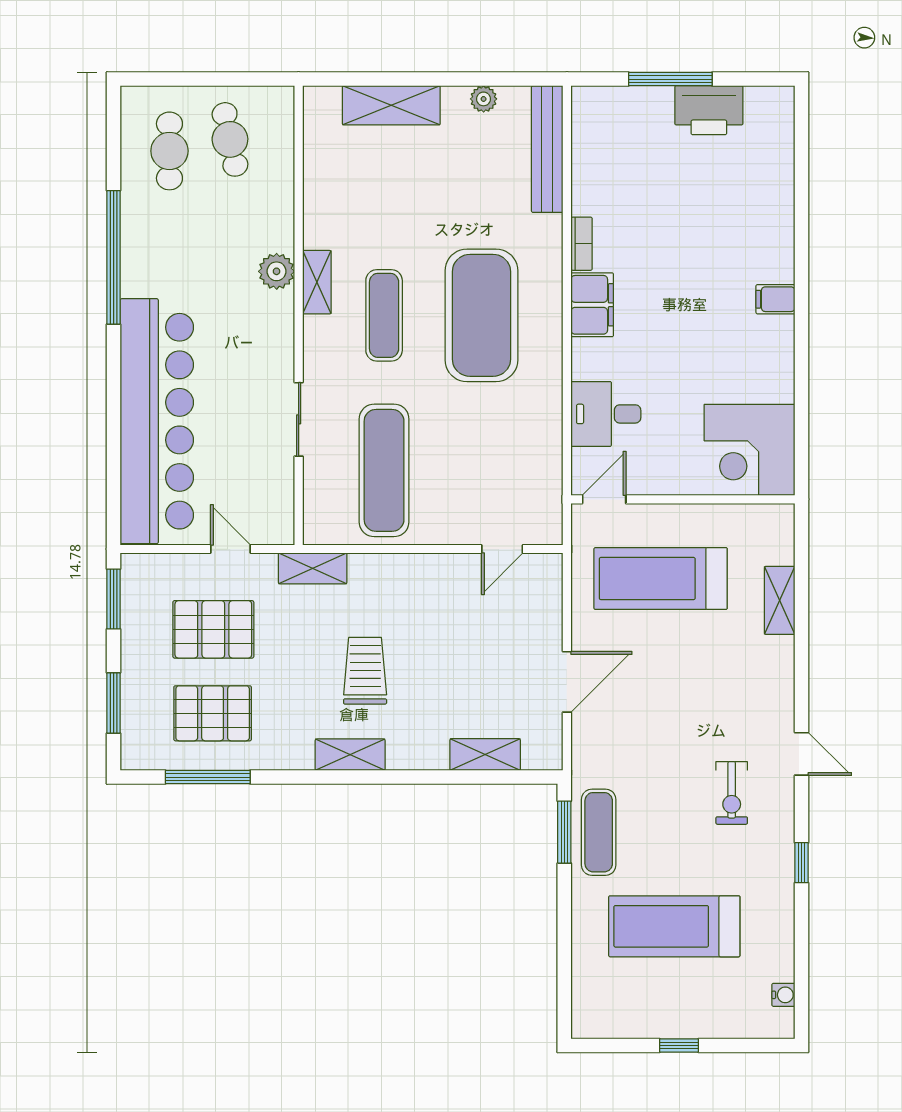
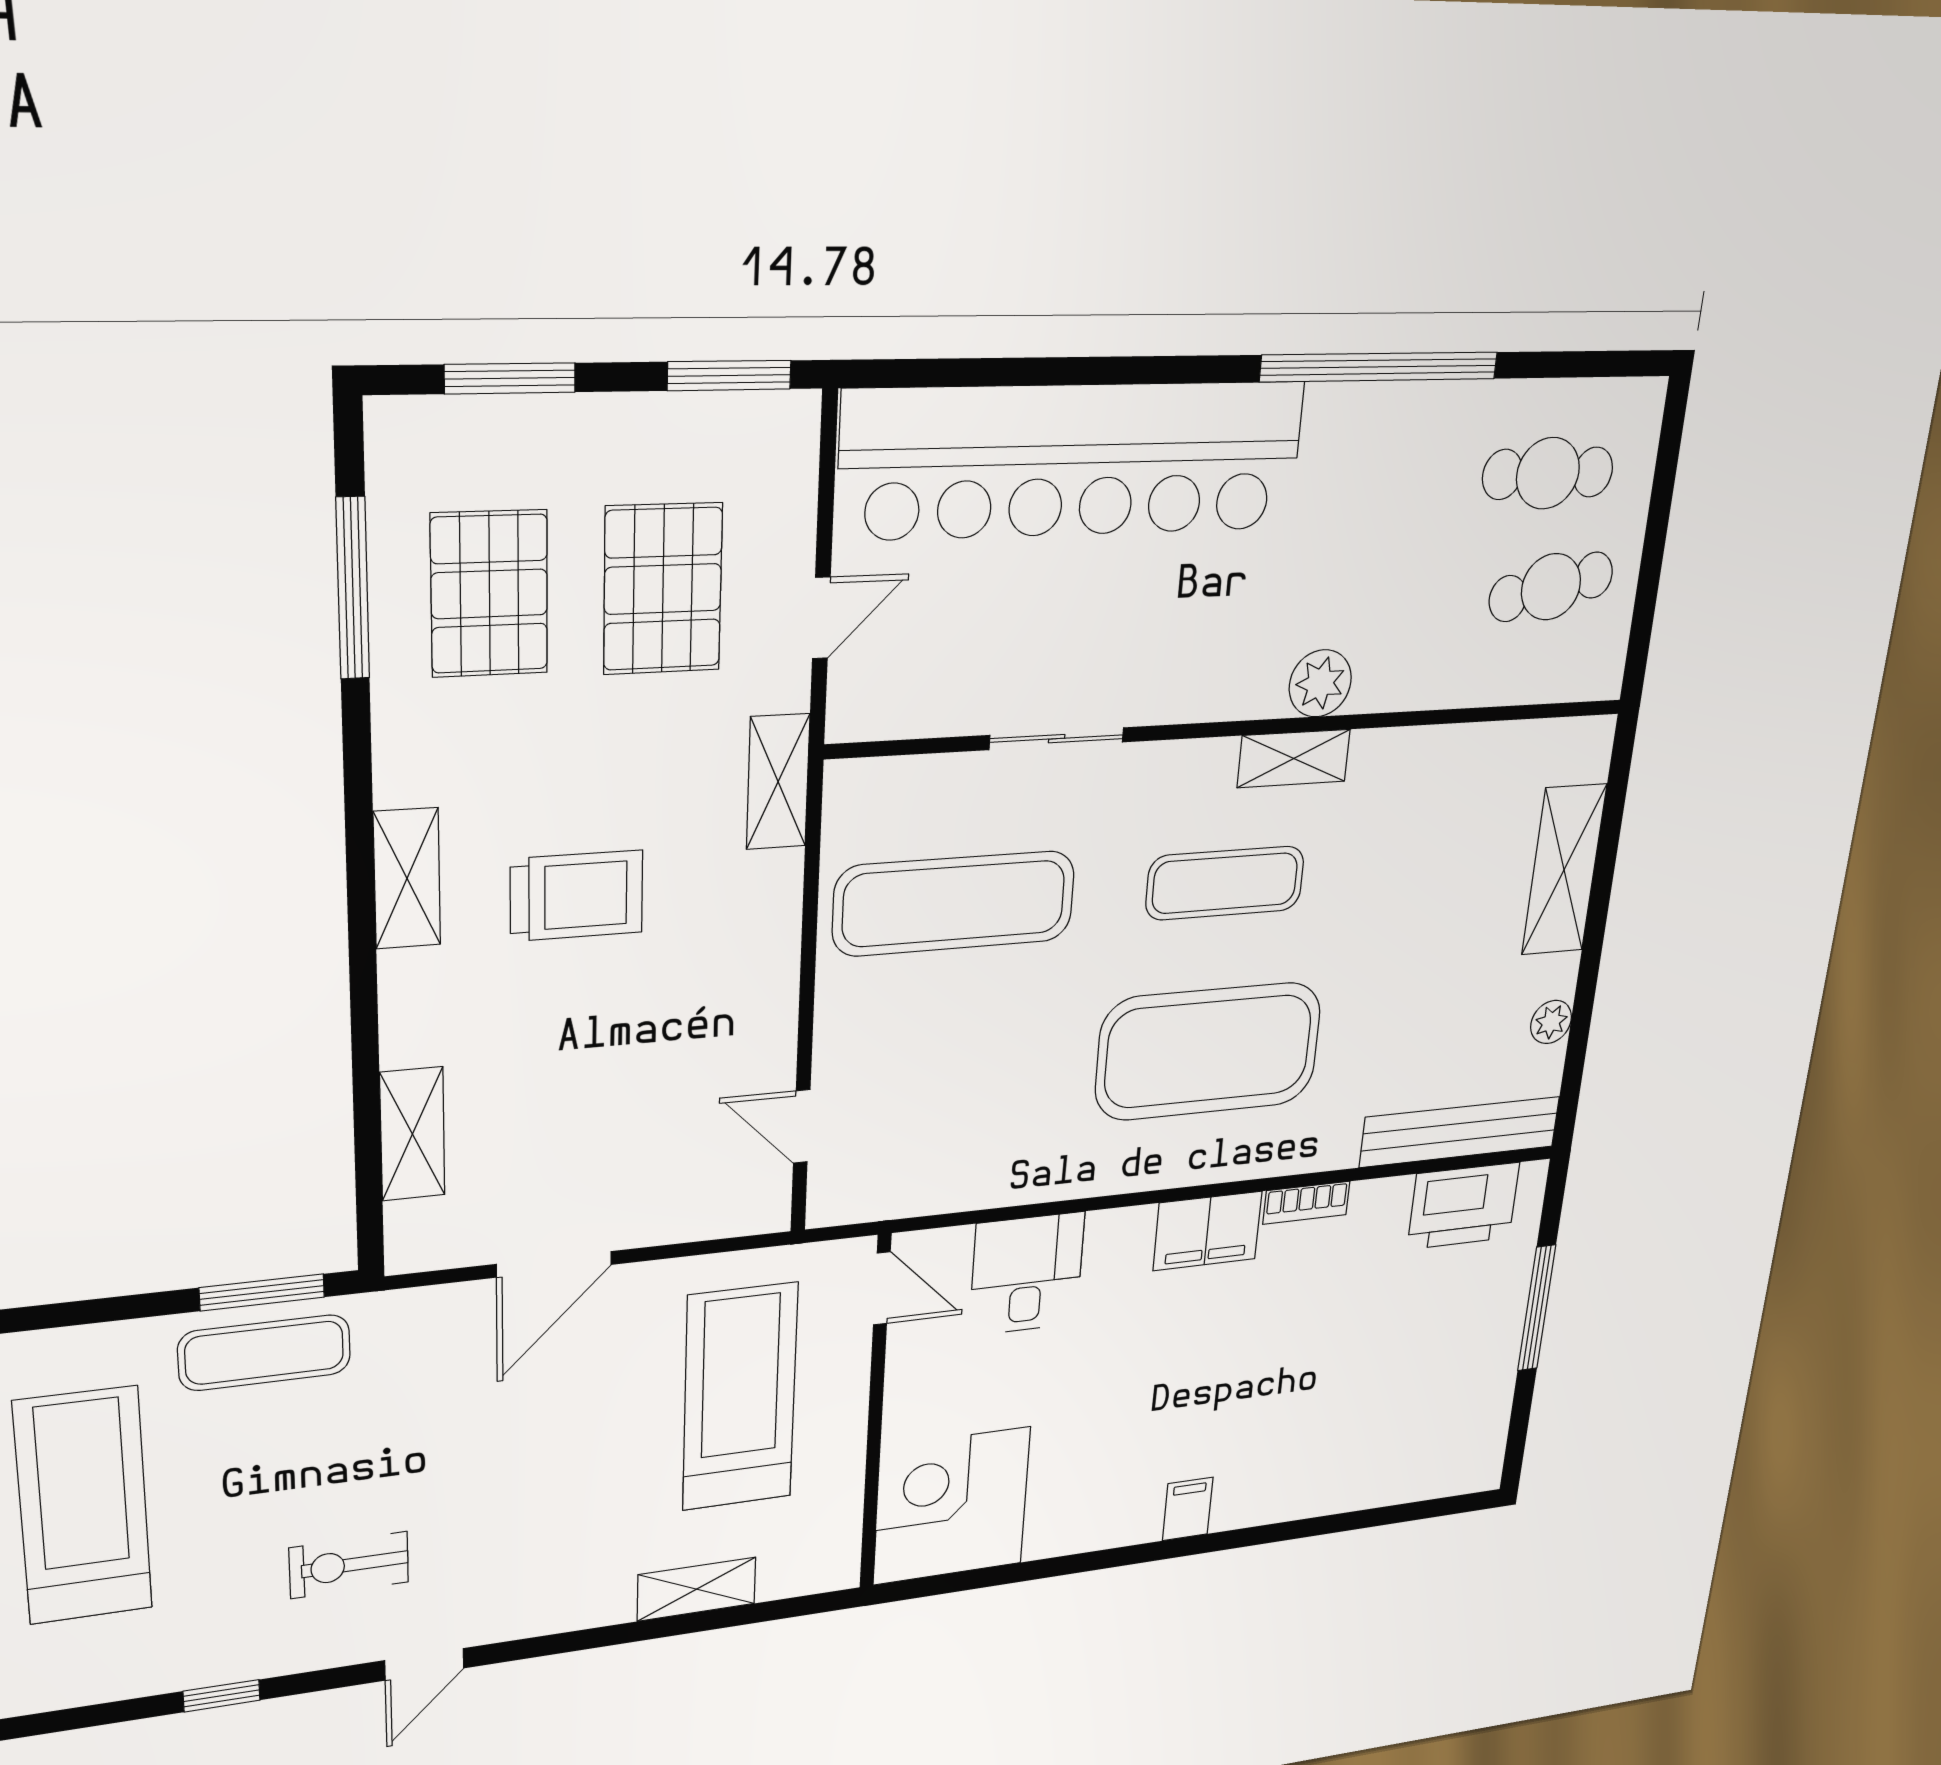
printer: (709, 110) -> (1463, 1206), moved, turned -90
door: (567, 682) -> (554, 1264), hinge flipped

